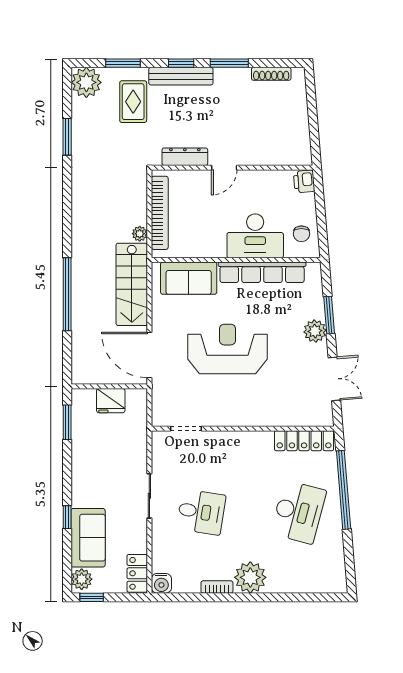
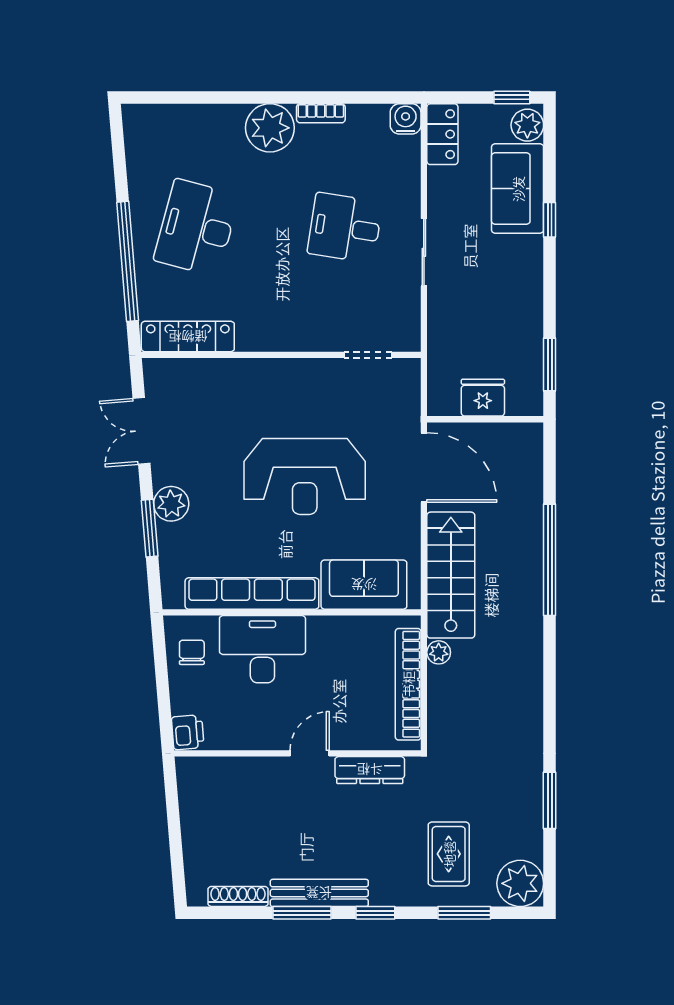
bench: (181, 76) -> (319, 893), moved

